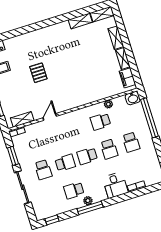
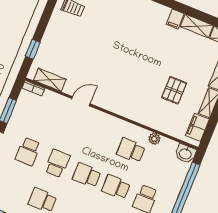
filing cabinet: (65, 27) -> (175, 19), added
pallet: (38, 73) -> (174, 90), moved
school desk: (109, 149) -> (116, 187), turned 90
school desk: (65, 163) -> (57, 163), turned -90

